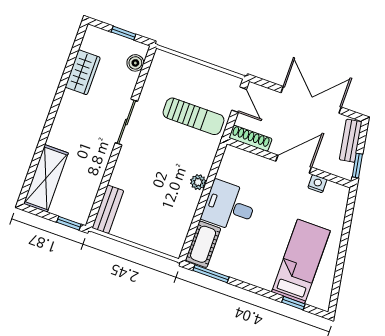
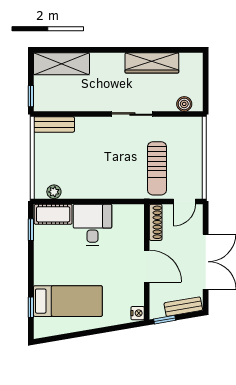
window: (124, 33) -> (206, 85), removed
wardrobe: (83, 72) -> (152, 63), width x1.50
plant: (198, 182) -> (54, 192), moved
nightstand: (317, 184) -> (138, 313), moved
window: (211, 274) -> (31, 230), width x0.67

